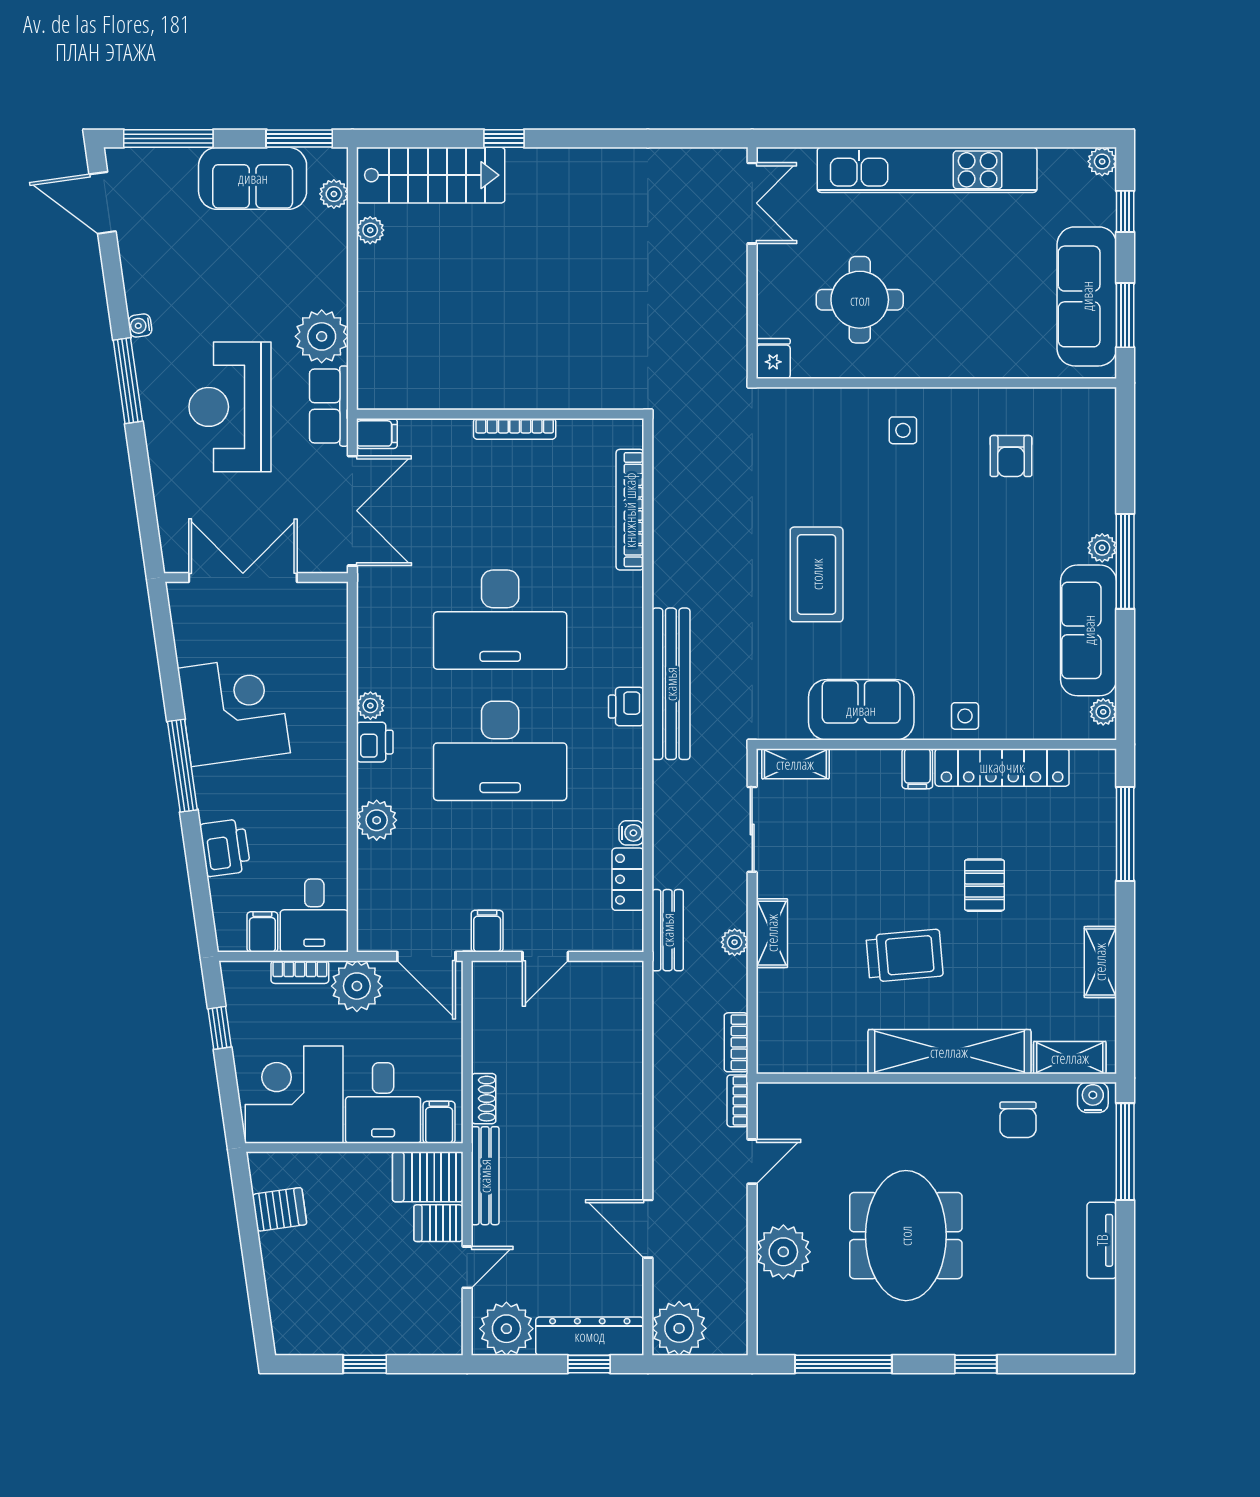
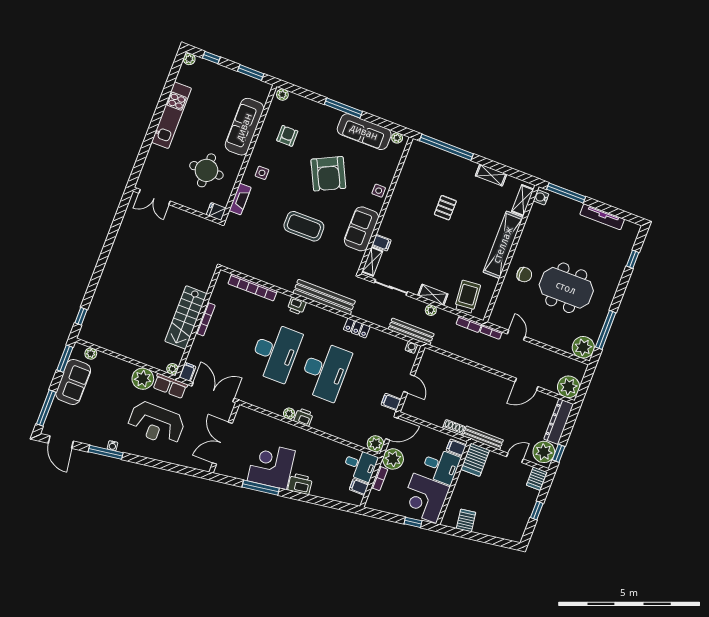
window: (504, 138) -> (81, 316), moved
kitchen unit: (927, 170) -> (171, 115), width x0.73
stairs: (431, 175) -> (186, 317), moved, turned 180
door: (103, 203) -> (61, 442), hinge flipped
double door: (752, 203) -> (154, 197), swing flipped
plant: (370, 230) -> (172, 369), moved
sofa: (1087, 296) -> (244, 127), moved, turned 90
window: (128, 381) -> (106, 452), moved
fireplace: (823, 403) -> (240, 199), added
armchair: (1011, 456) -> (287, 136), turned -90
plant: (1102, 548) -> (282, 95), moved
armchair: (960, 585) -> (328, 174), added
printer: (626, 707) -> (297, 306), moved
window: (182, 766) -> (261, 488), moved
locker: (1002, 767) -> (403, 184), removed
filing cabinet: (917, 769) -> (382, 243), moved
plant: (377, 820) -> (375, 444), moved
water cooler: (631, 833) -> (411, 347), moved
window: (1125, 834) -> (446, 147), width x1.46
printer: (225, 848) -> (300, 484), moved
locker: (628, 879) -> (357, 328), moved
pallet: (984, 885) -> (445, 208), turned 90
bench: (668, 930) -> (411, 332), width x1.36
trolley: (905, 956) -> (468, 297), moved
window: (220, 1028) -> (413, 522), moved
chair: (1018, 1120) -> (524, 275), moved
server rack: (438, 1223) -> (537, 479), moved
tv unit: (1102, 1240) -> (602, 217), width x1.41
plant: (783, 1252) -> (583, 347), moved
door: (467, 1267) -> (515, 458), hinge flipped
window: (589, 1364) -> (559, 453), moved
window: (976, 1364) -> (633, 259), moved

